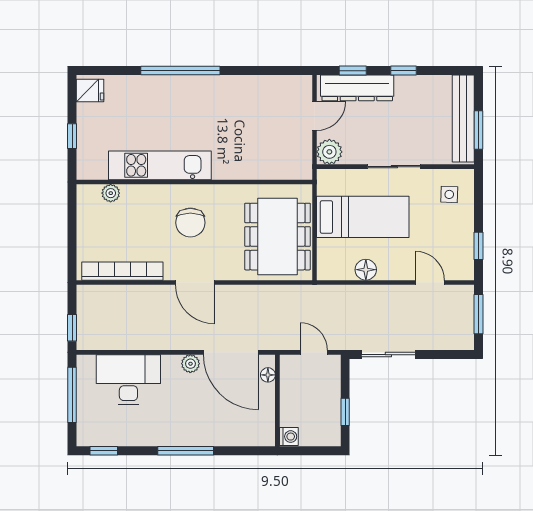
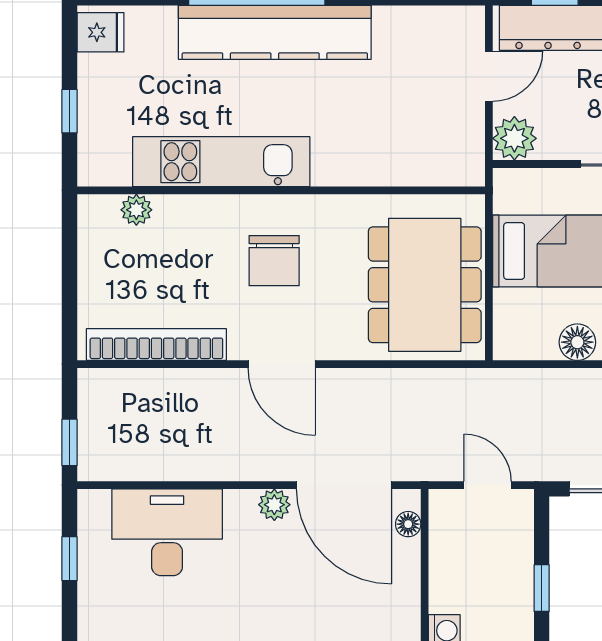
kitchen counter: (191, 91) -> (275, 32), added
window: (72, 395) -> (70, 559), width x0.46

